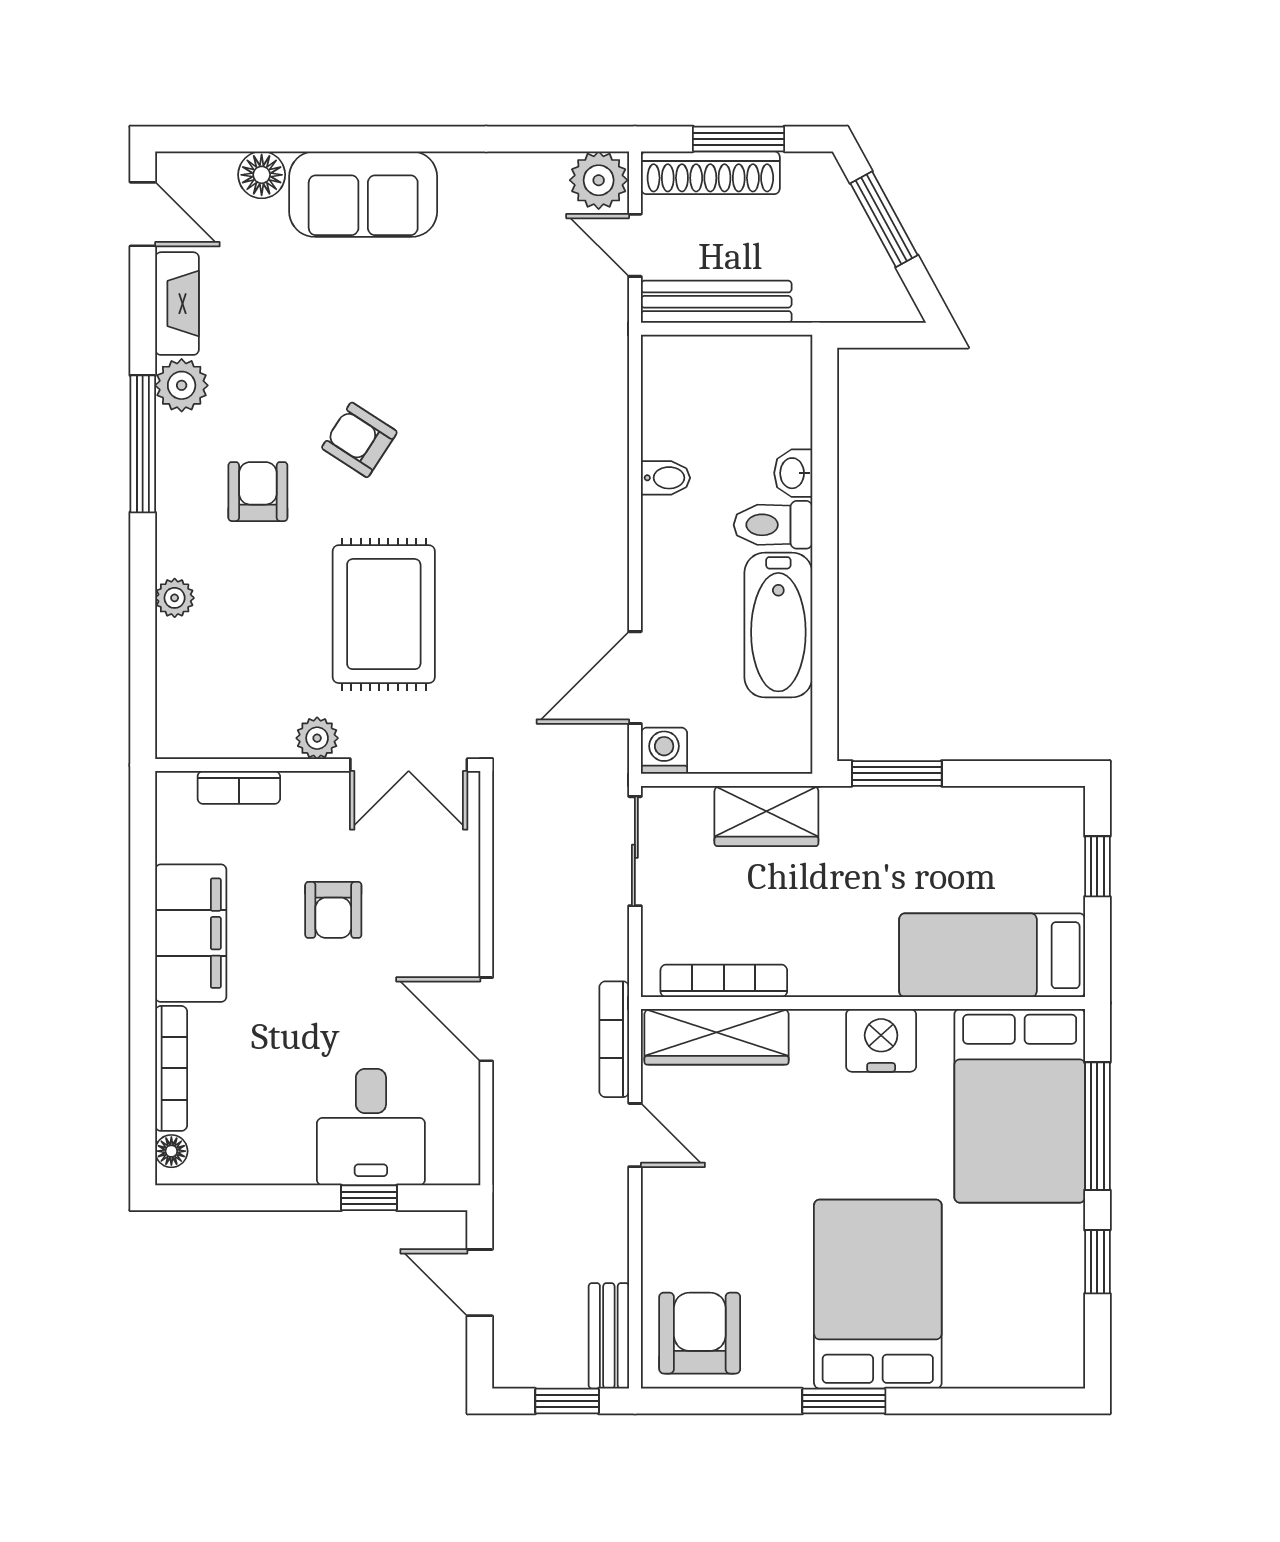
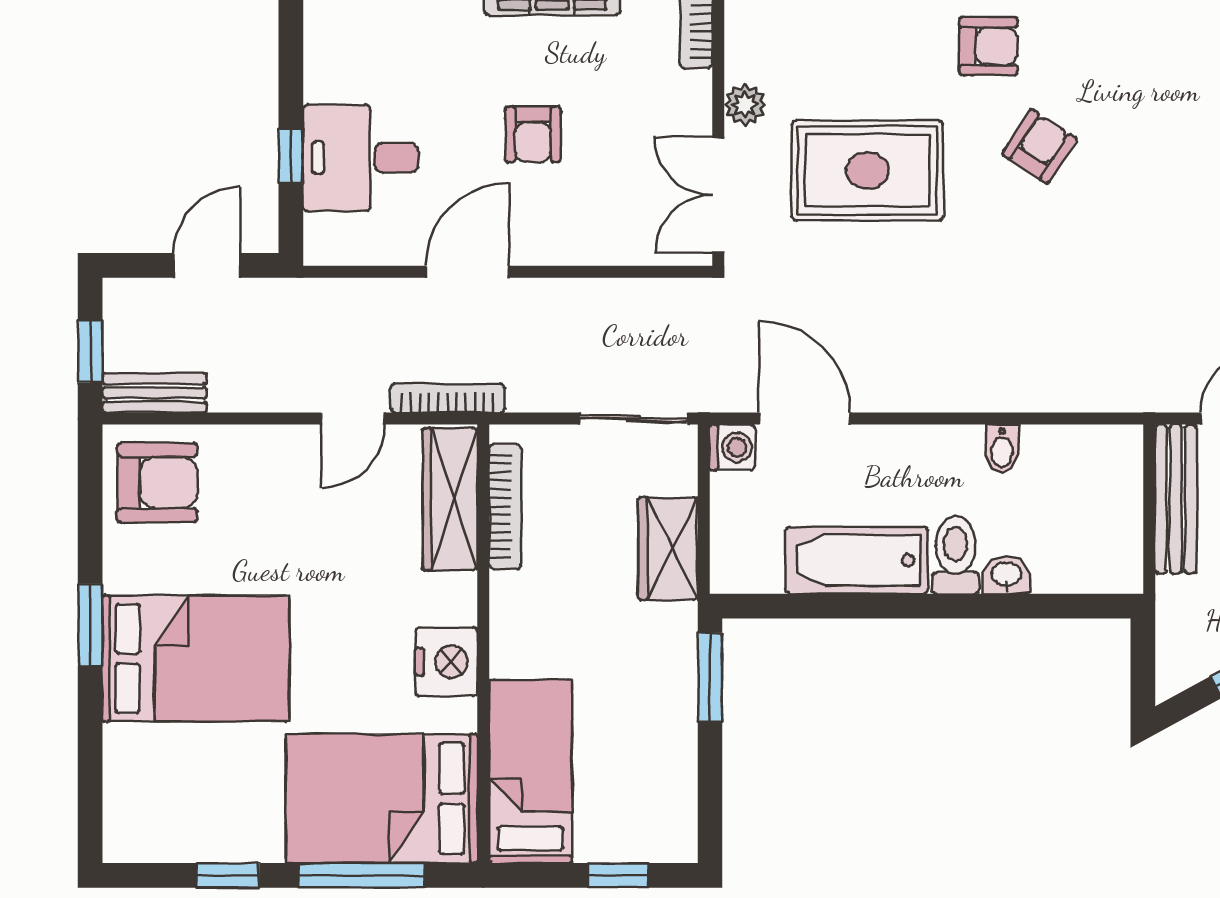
armchair: (333, 910) -> (533, 134), moved, turned -90

